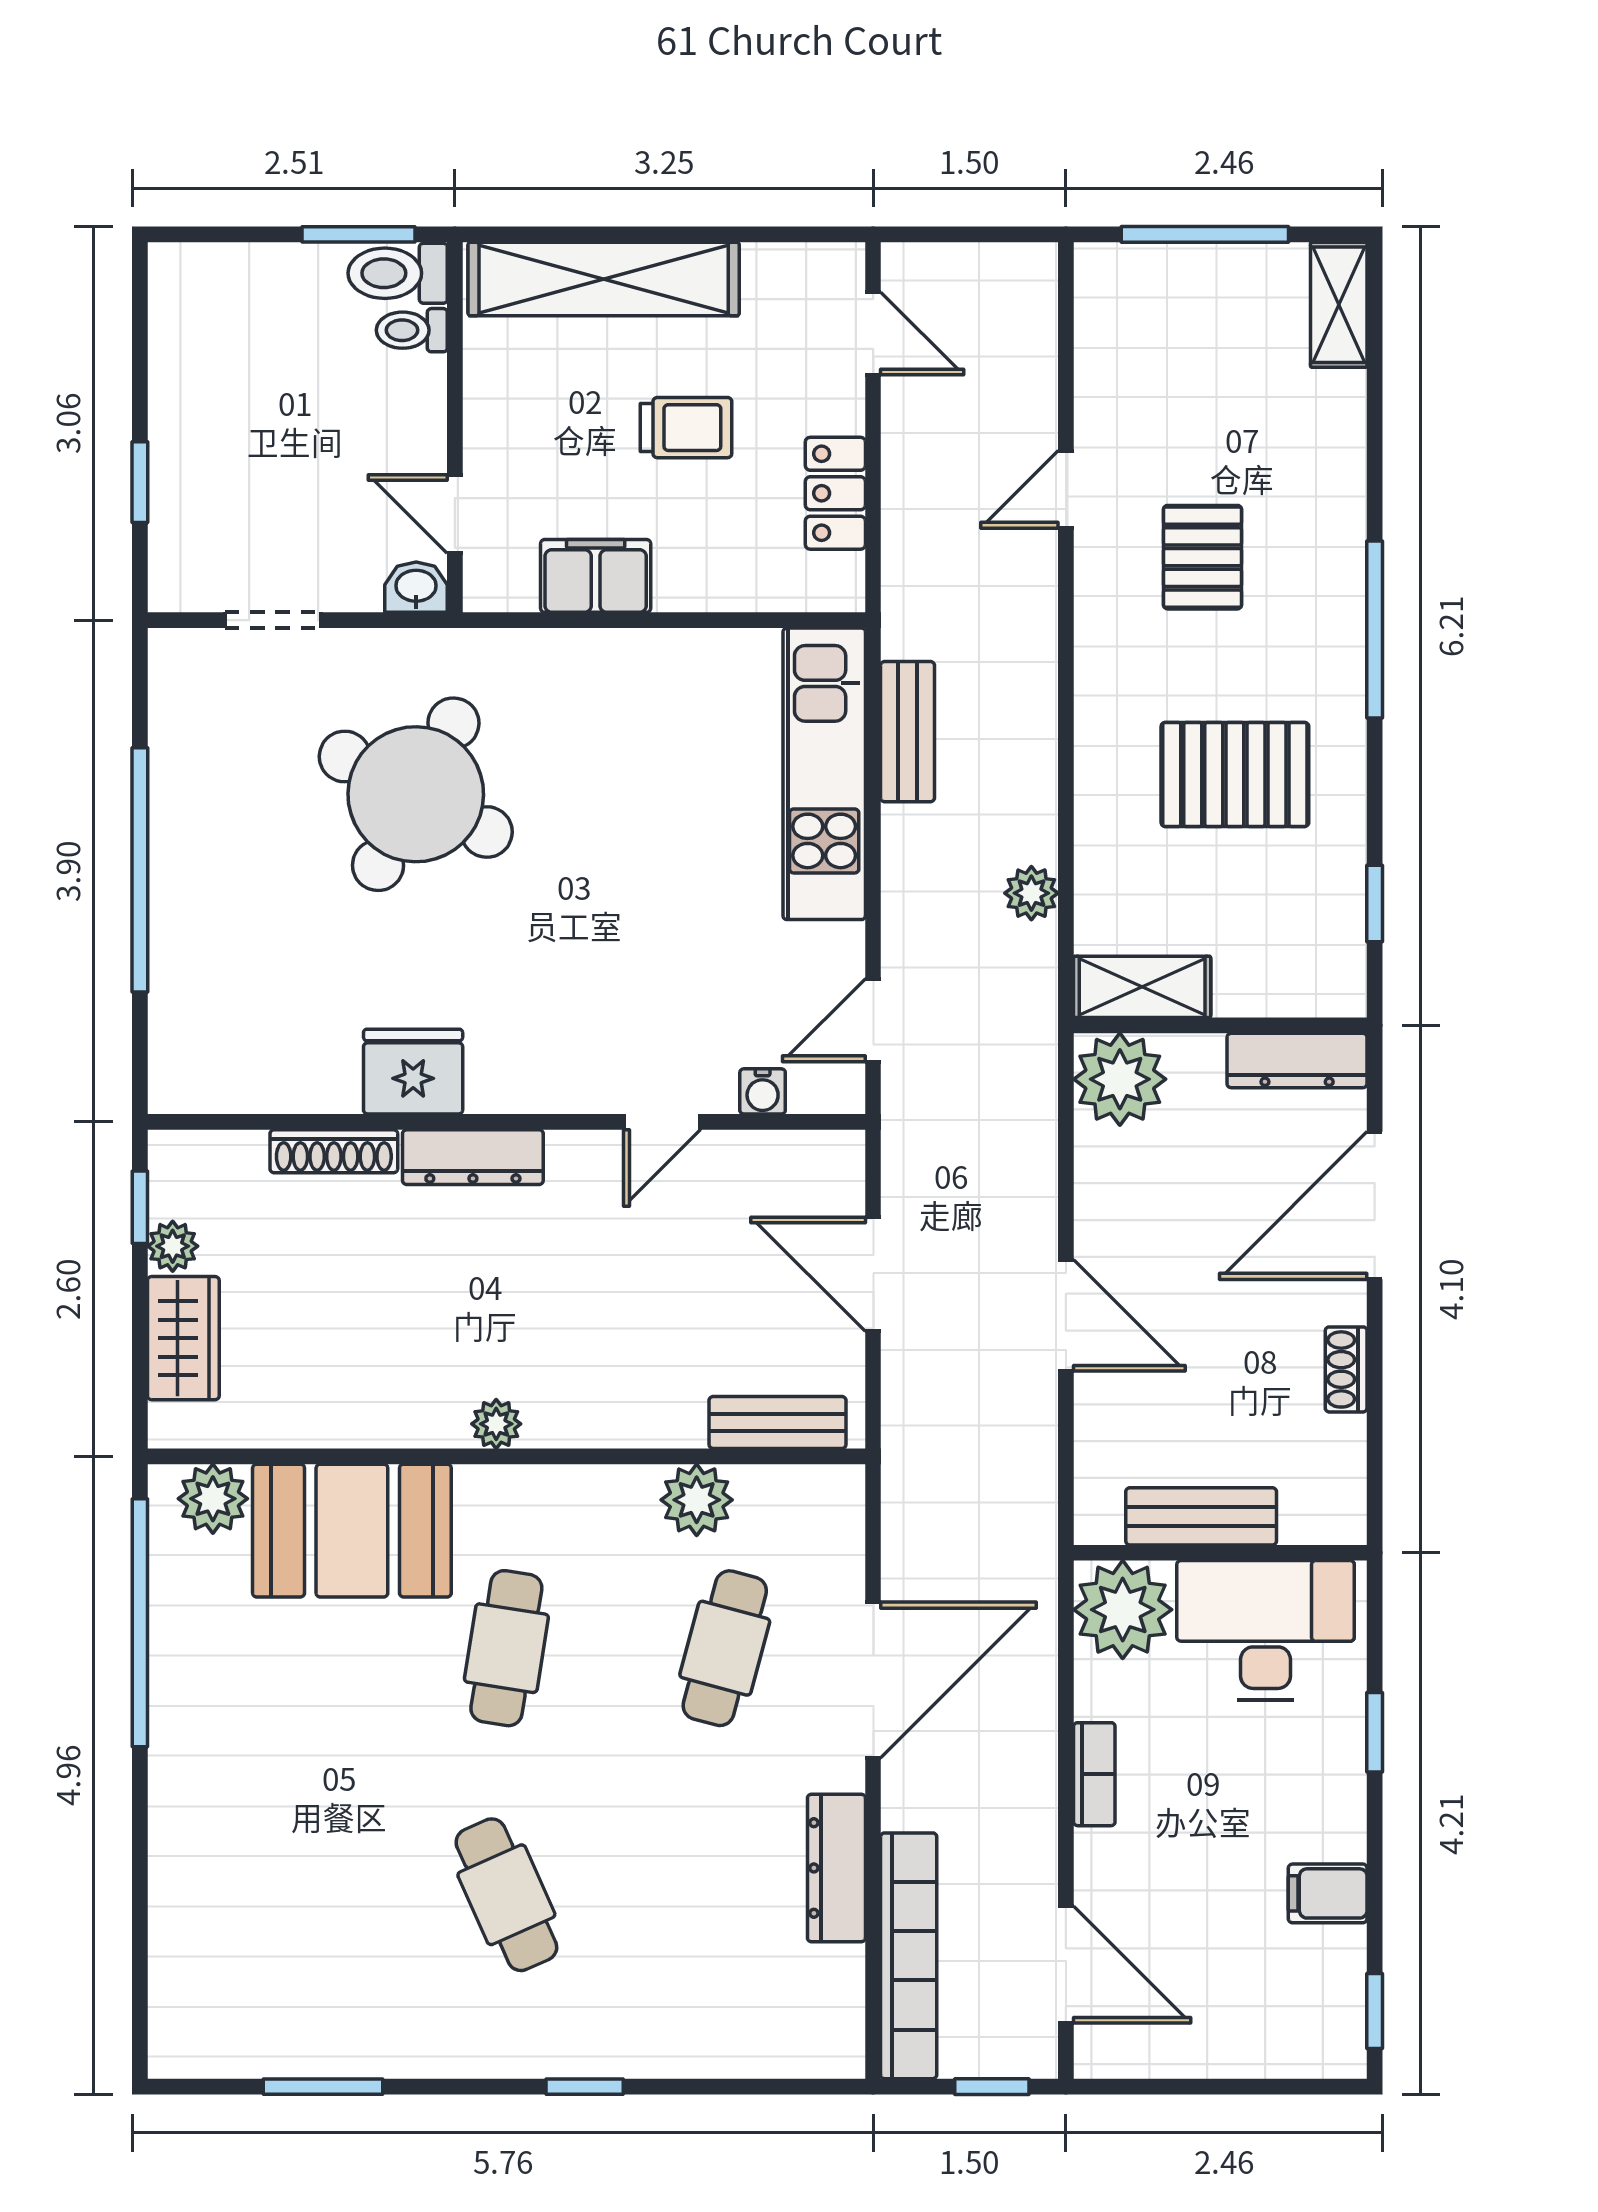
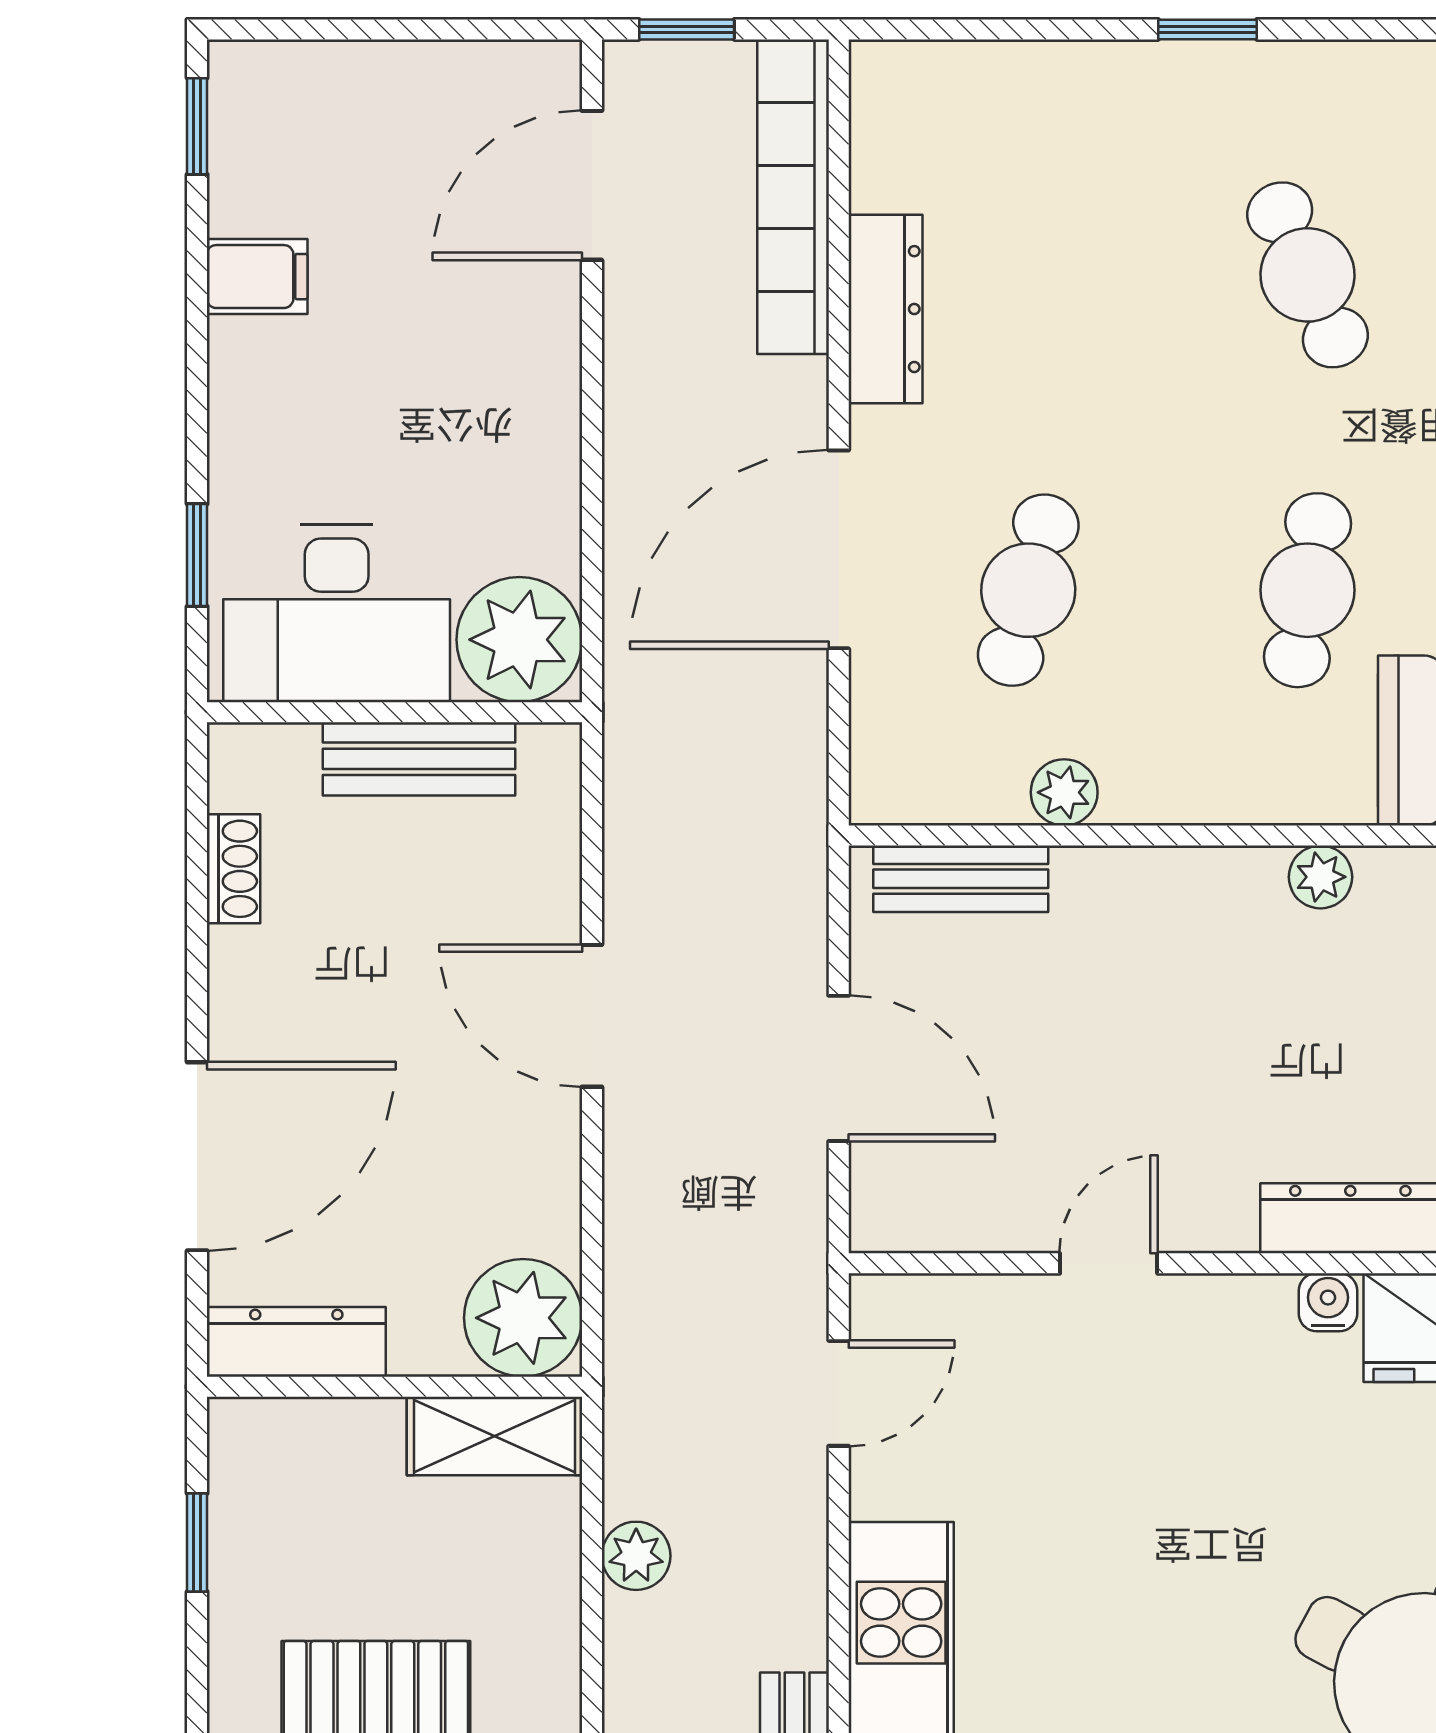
water cooler: (763, 1091) -> (1328, 1302), moved
shoe rack: (1346, 1369) -> (233, 869), moved
plant: (697, 1500) -> (1064, 792), width x0.73, depth x0.73
window: (1375, 1732) -> (197, 555), moved
bookcase: (1094, 1774) -> (556, 429), removed
door: (1066, 1965) -> (592, 185), hinge flipped

